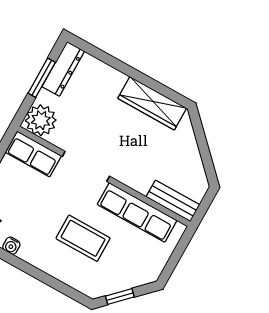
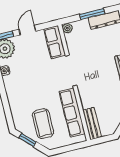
plant: (41, 120) -> (67, 28), width x0.53, depth x0.53
coffee table: (83, 238) -> (43, 124), moved

